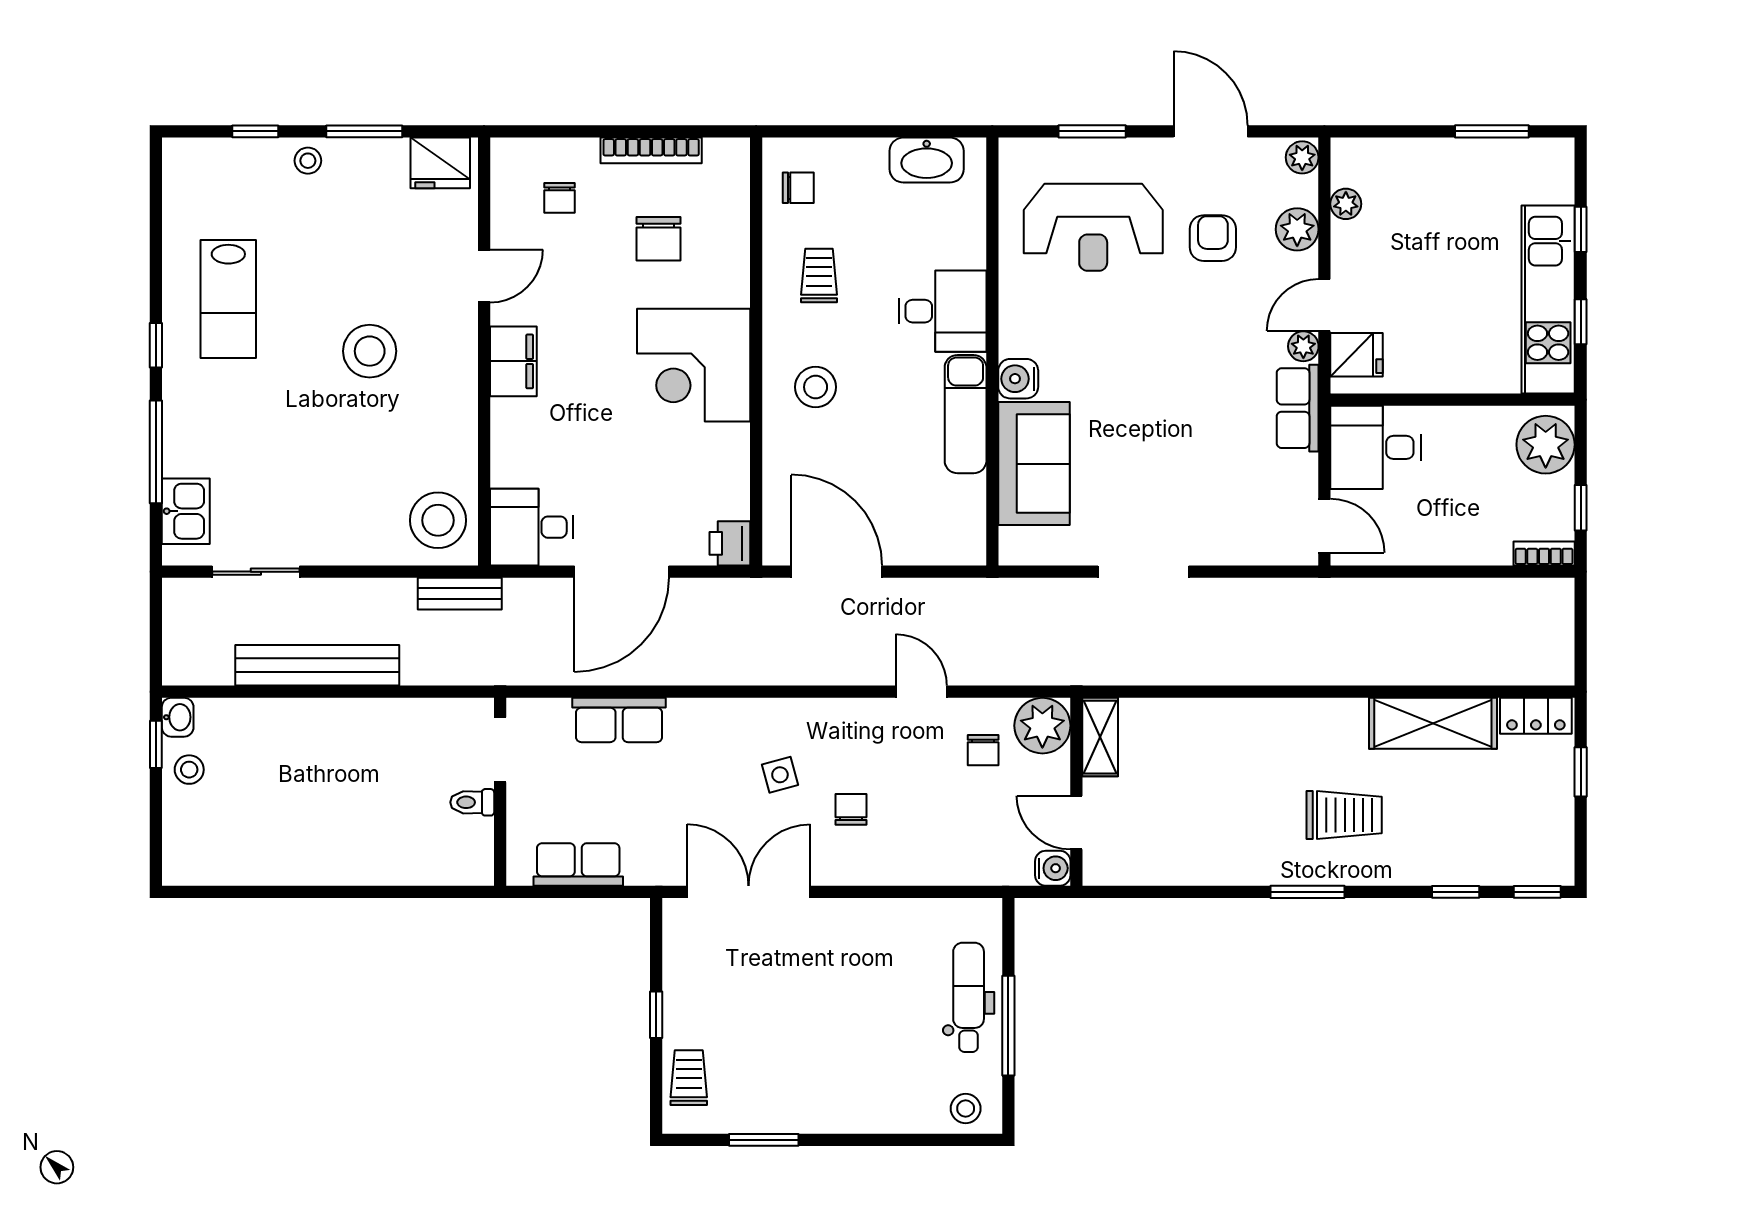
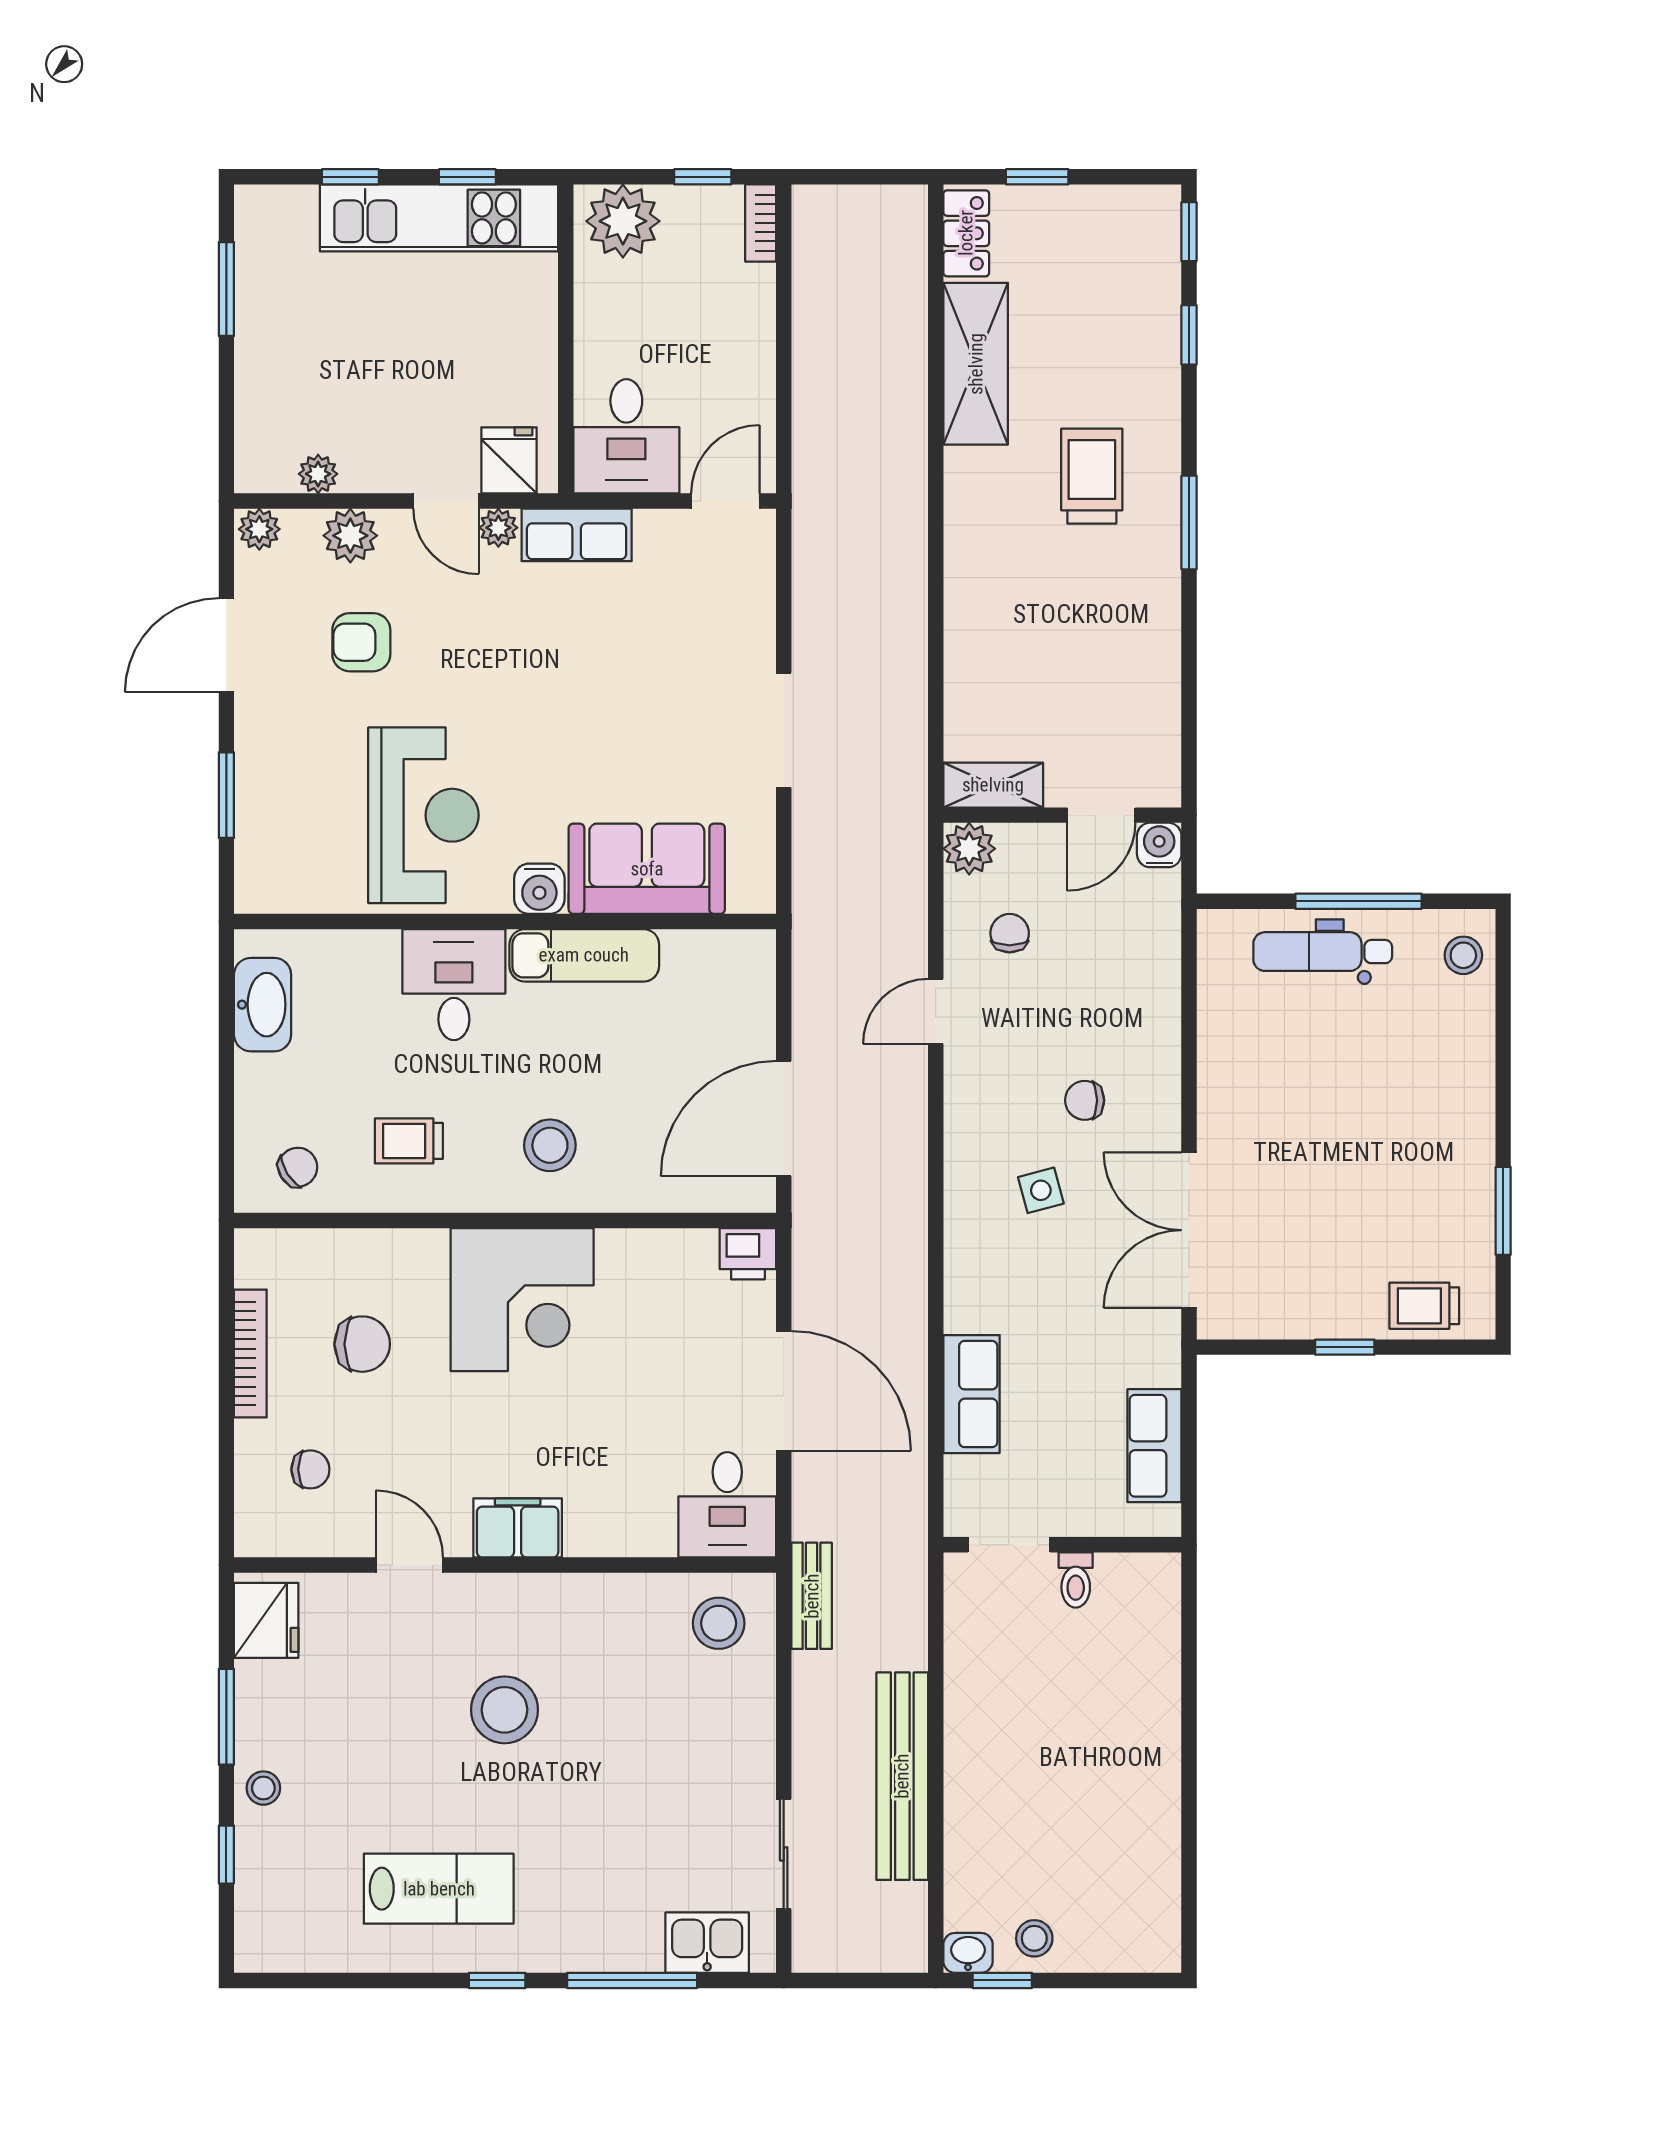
chair: (798, 188) -> (298, 1167), turned 58
reception desk: (1093, 227) -> (423, 815), moved
stool: (438, 520) -> (719, 1623), width x0.73, depth x0.73
plant: (1042, 726) -> (969, 849), width x0.73, depth x0.73
chair: (983, 750) -> (1010, 933), turned -90

